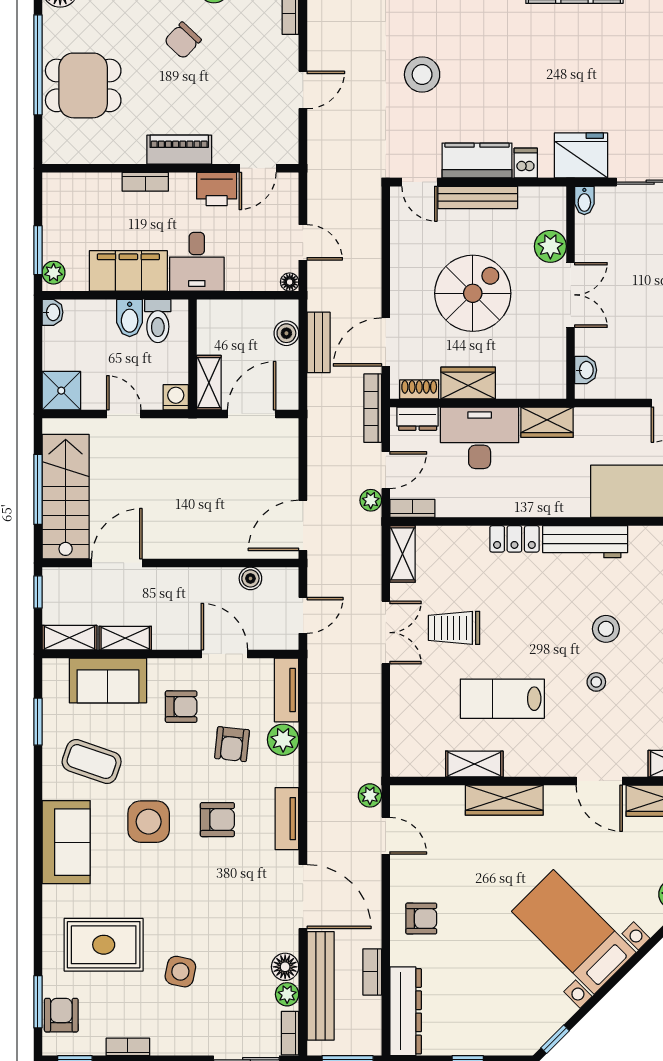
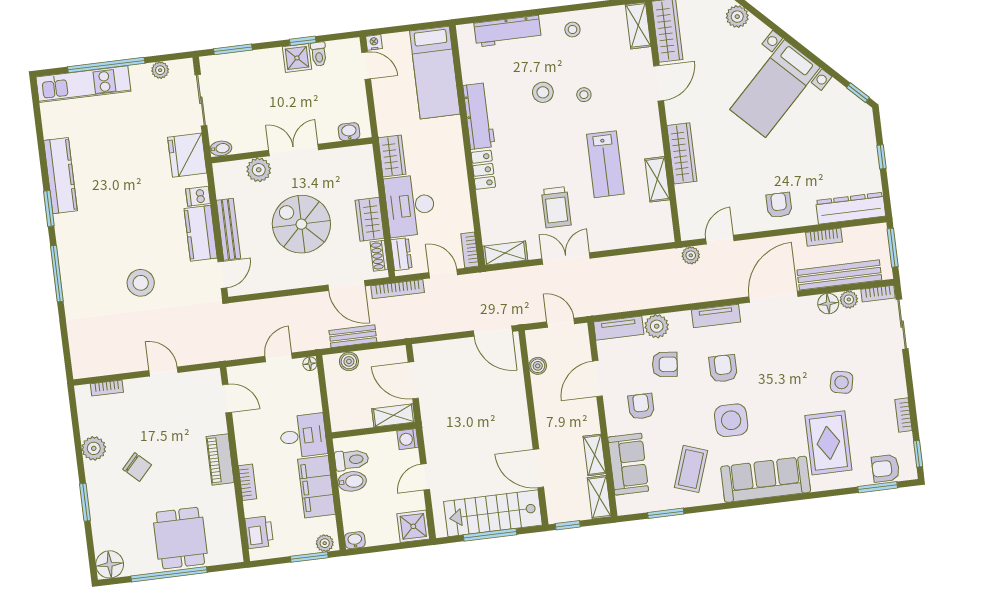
printer: (217, 189) -> (259, 532), moved
plant: (371, 500) -> (467, 282), removed
sofa: (66, 842) -> (766, 479), width x1.36

